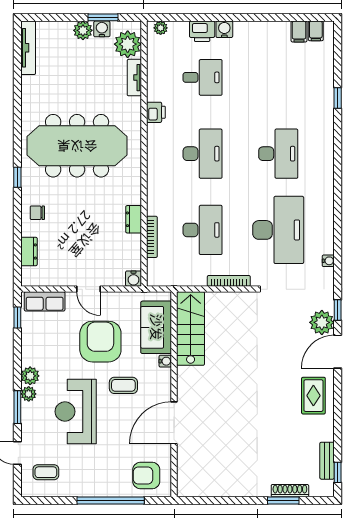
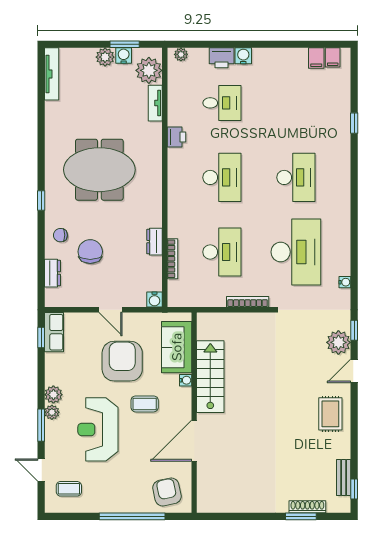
meeting table: (77, 146) -> (99, 170), width x0.73
chair: (68, 230) -> (90, 252), added
row of seats: (45, 301) -> (54, 332), moved, turned -90
stairs: (191, 329) -> (210, 377), moved
door: (338, 352) -> (354, 371), width x0.73
armchair: (146, 475) -> (167, 492), turned 78

